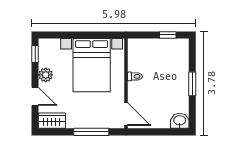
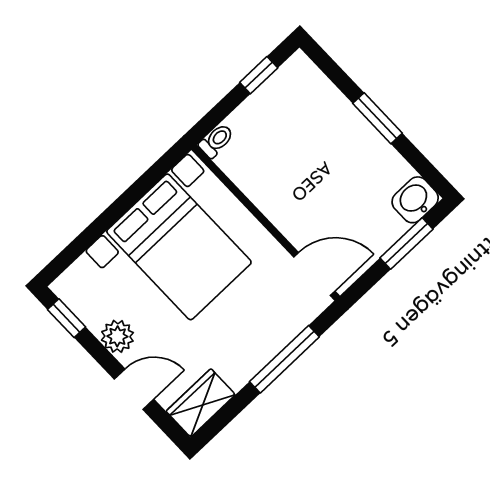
toilet: (135, 76) -> (216, 141), moved
window: (164, 132) -> (406, 243), added

